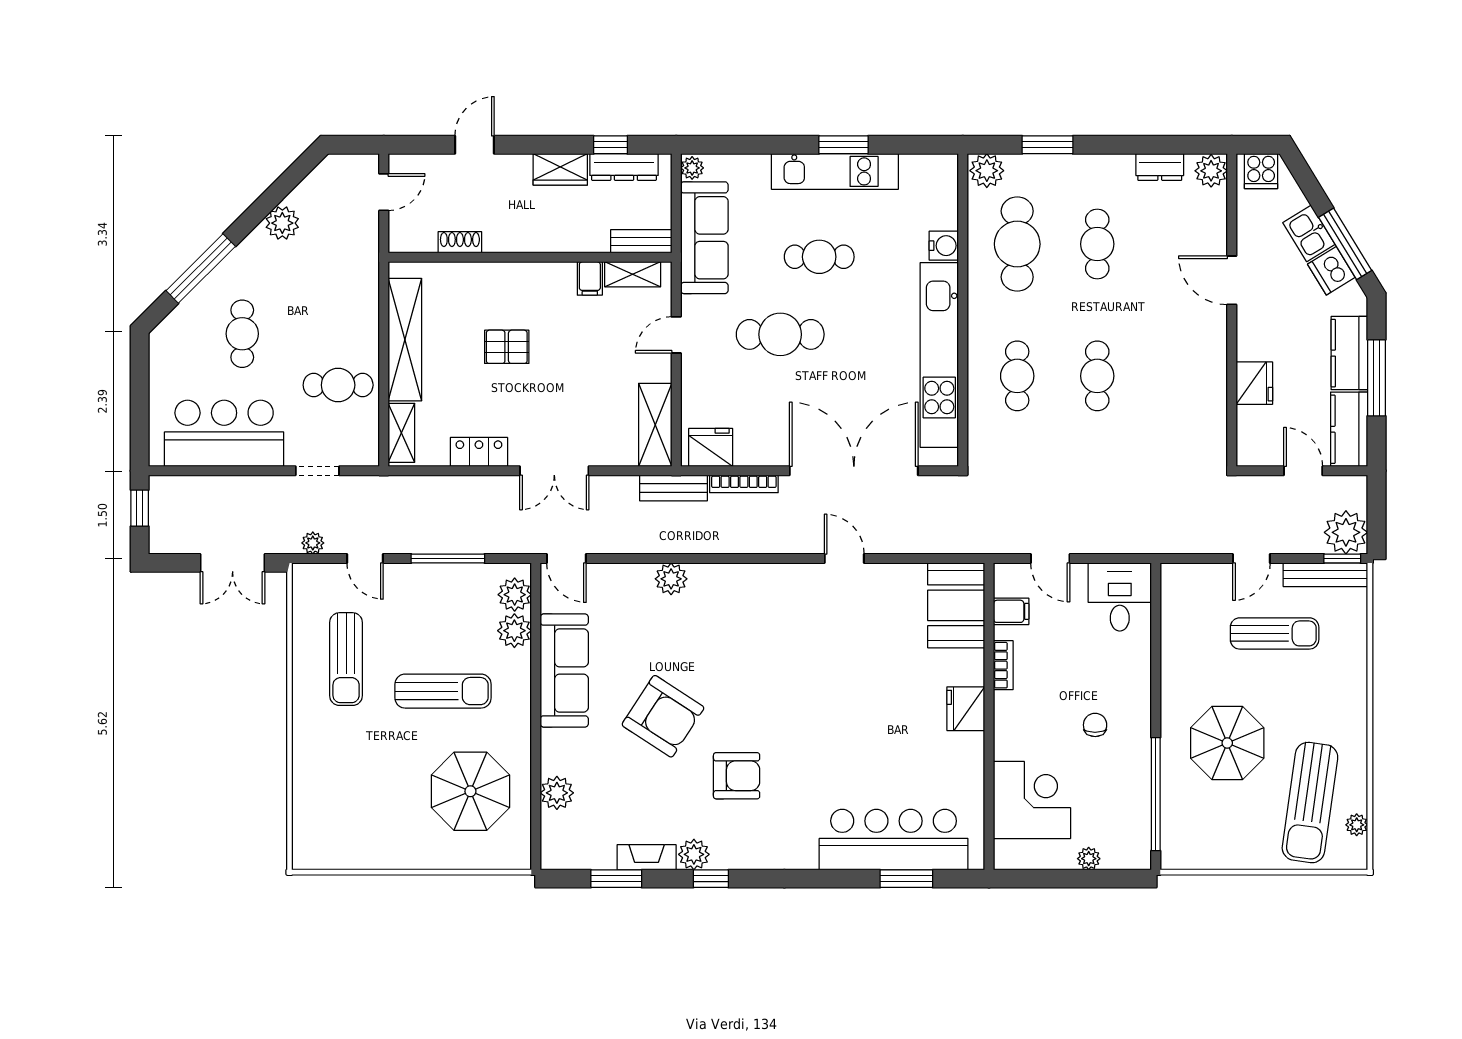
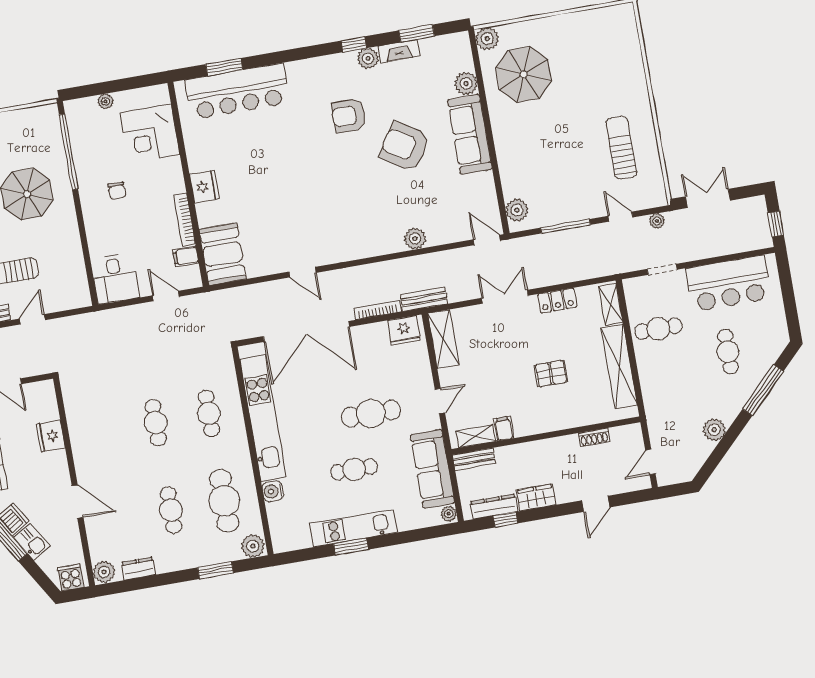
plant: (514, 631) -> (487, 39), moved
bookcase: (1003, 665) -> (185, 220), width x1.56
sofa: (564, 670) -> (470, 134), moved
sun lounger: (443, 691) -> (553, 138), removed

